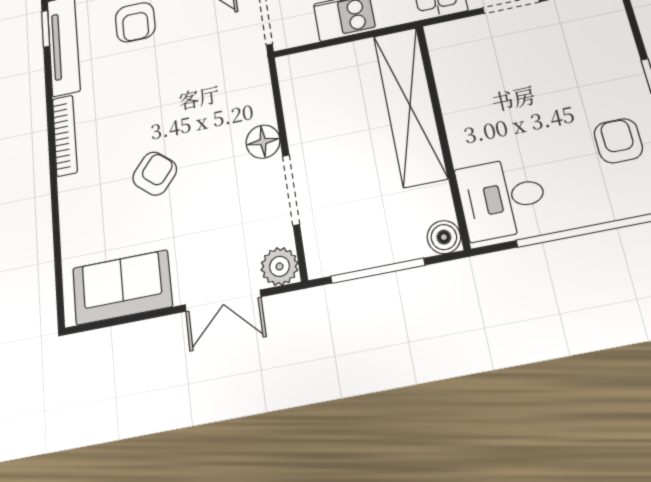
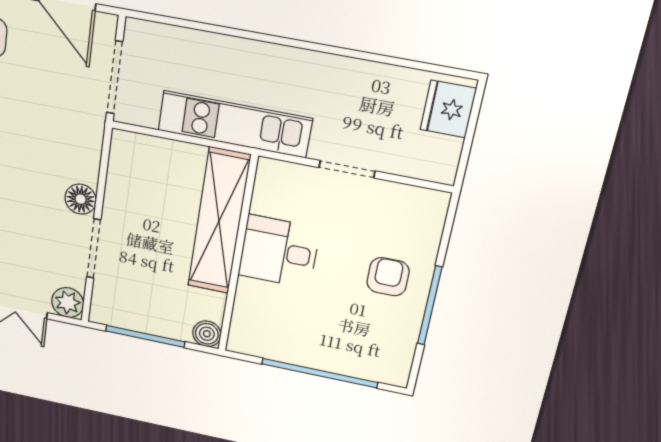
armchair: (618, 141) -> (388, 277), moved
desk: (502, 198) -> (279, 252), moved

